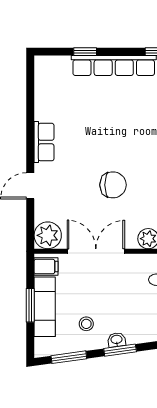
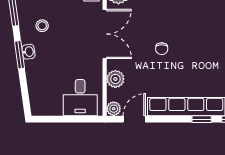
chair: (113, 185) -> (162, 49), width x0.54, depth x0.54

